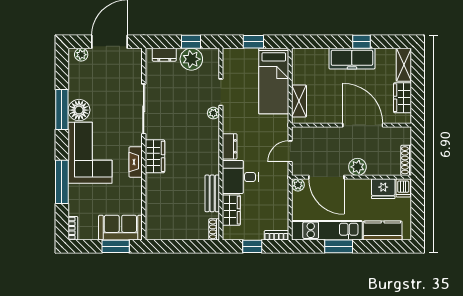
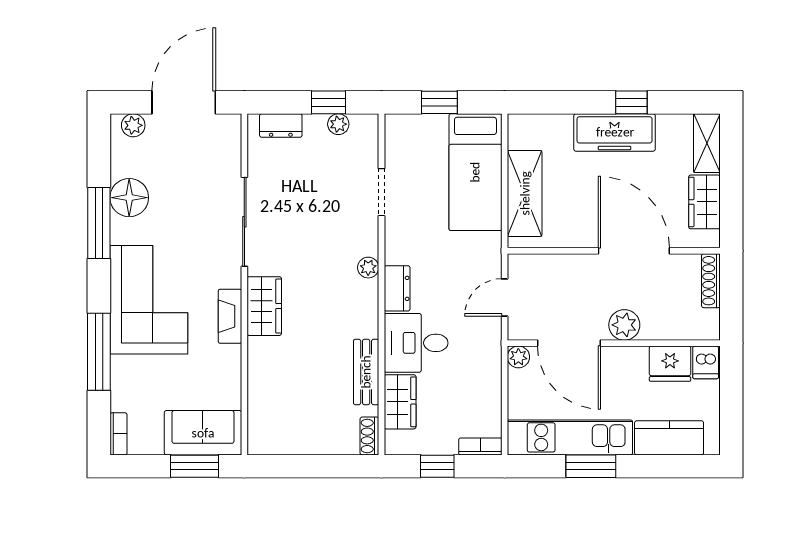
plant: (191, 59) -> (338, 124), width x0.53, depth x0.53
shelving: (299, 101) -> (525, 193), width x1.50, depth x1.33
floor lamp: (79, 110) -> (129, 198), moved
plant: (213, 113) -> (368, 268), moved
shoe rack: (406, 160) -> (711, 281), moved

